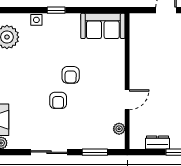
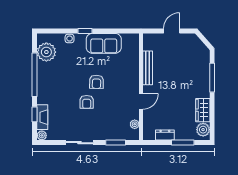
sofa: (103, 26) -> (104, 43), moved
bench: (135, 57) -> (148, 68), added

